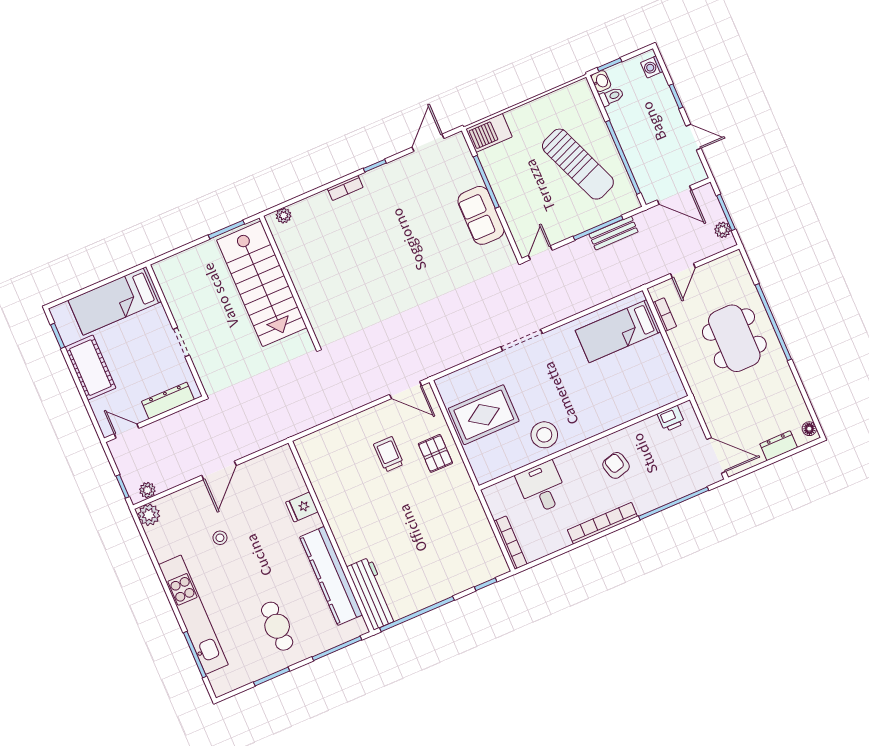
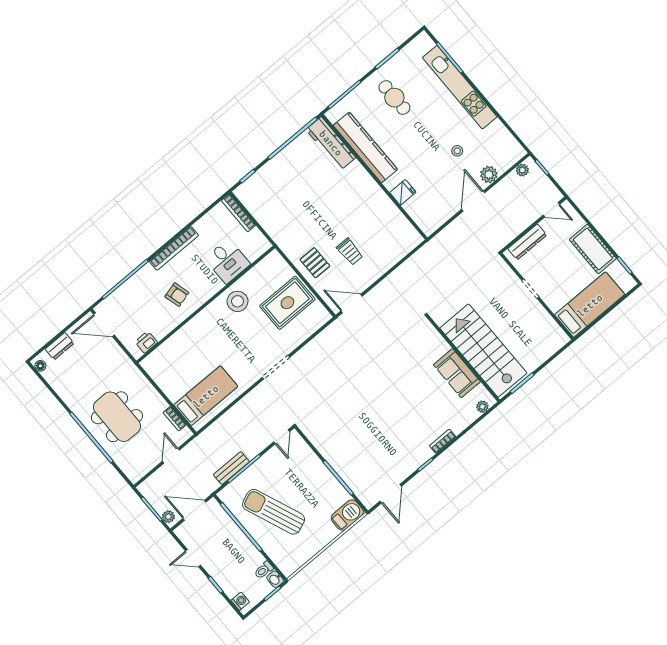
sofa: (481, 215) -> (457, 373), moved, turned 180
plant: (723, 230) -> (168, 517), moved
plant: (149, 515) -> (489, 175), moved

